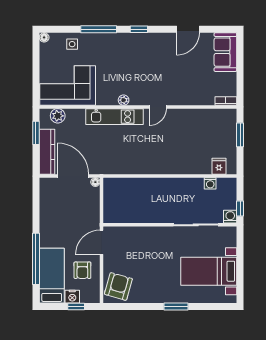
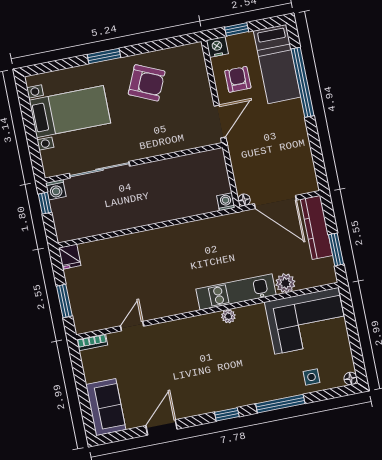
door: (158, 107) -> (132, 326), moved
plant: (58, 116) -> (285, 283), moved
fridge: (219, 166) -> (70, 257), moved
washing machine: (210, 183) -> (226, 202), moved
armchair: (118, 286) -> (147, 83), moved, turned -82
nightstand: (72, 297) -> (217, 47), moved

